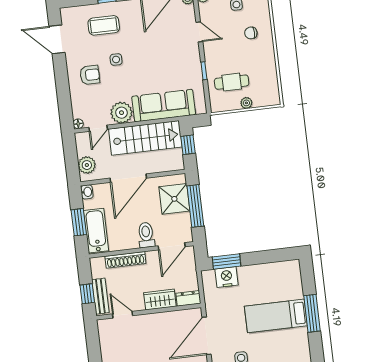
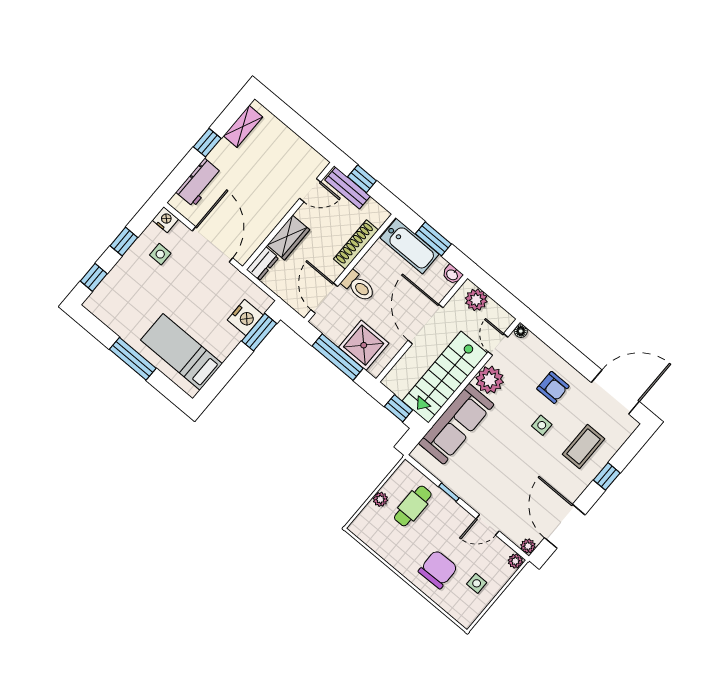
chair: (251, 33) -> (438, 569), width x1.87, depth x1.87
door: (57, 39) -> (615, 392), width x1.36
armchair: (90, 75) -> (553, 387), turned -90
bed: (276, 316) -> (182, 352), moved, turned -90

